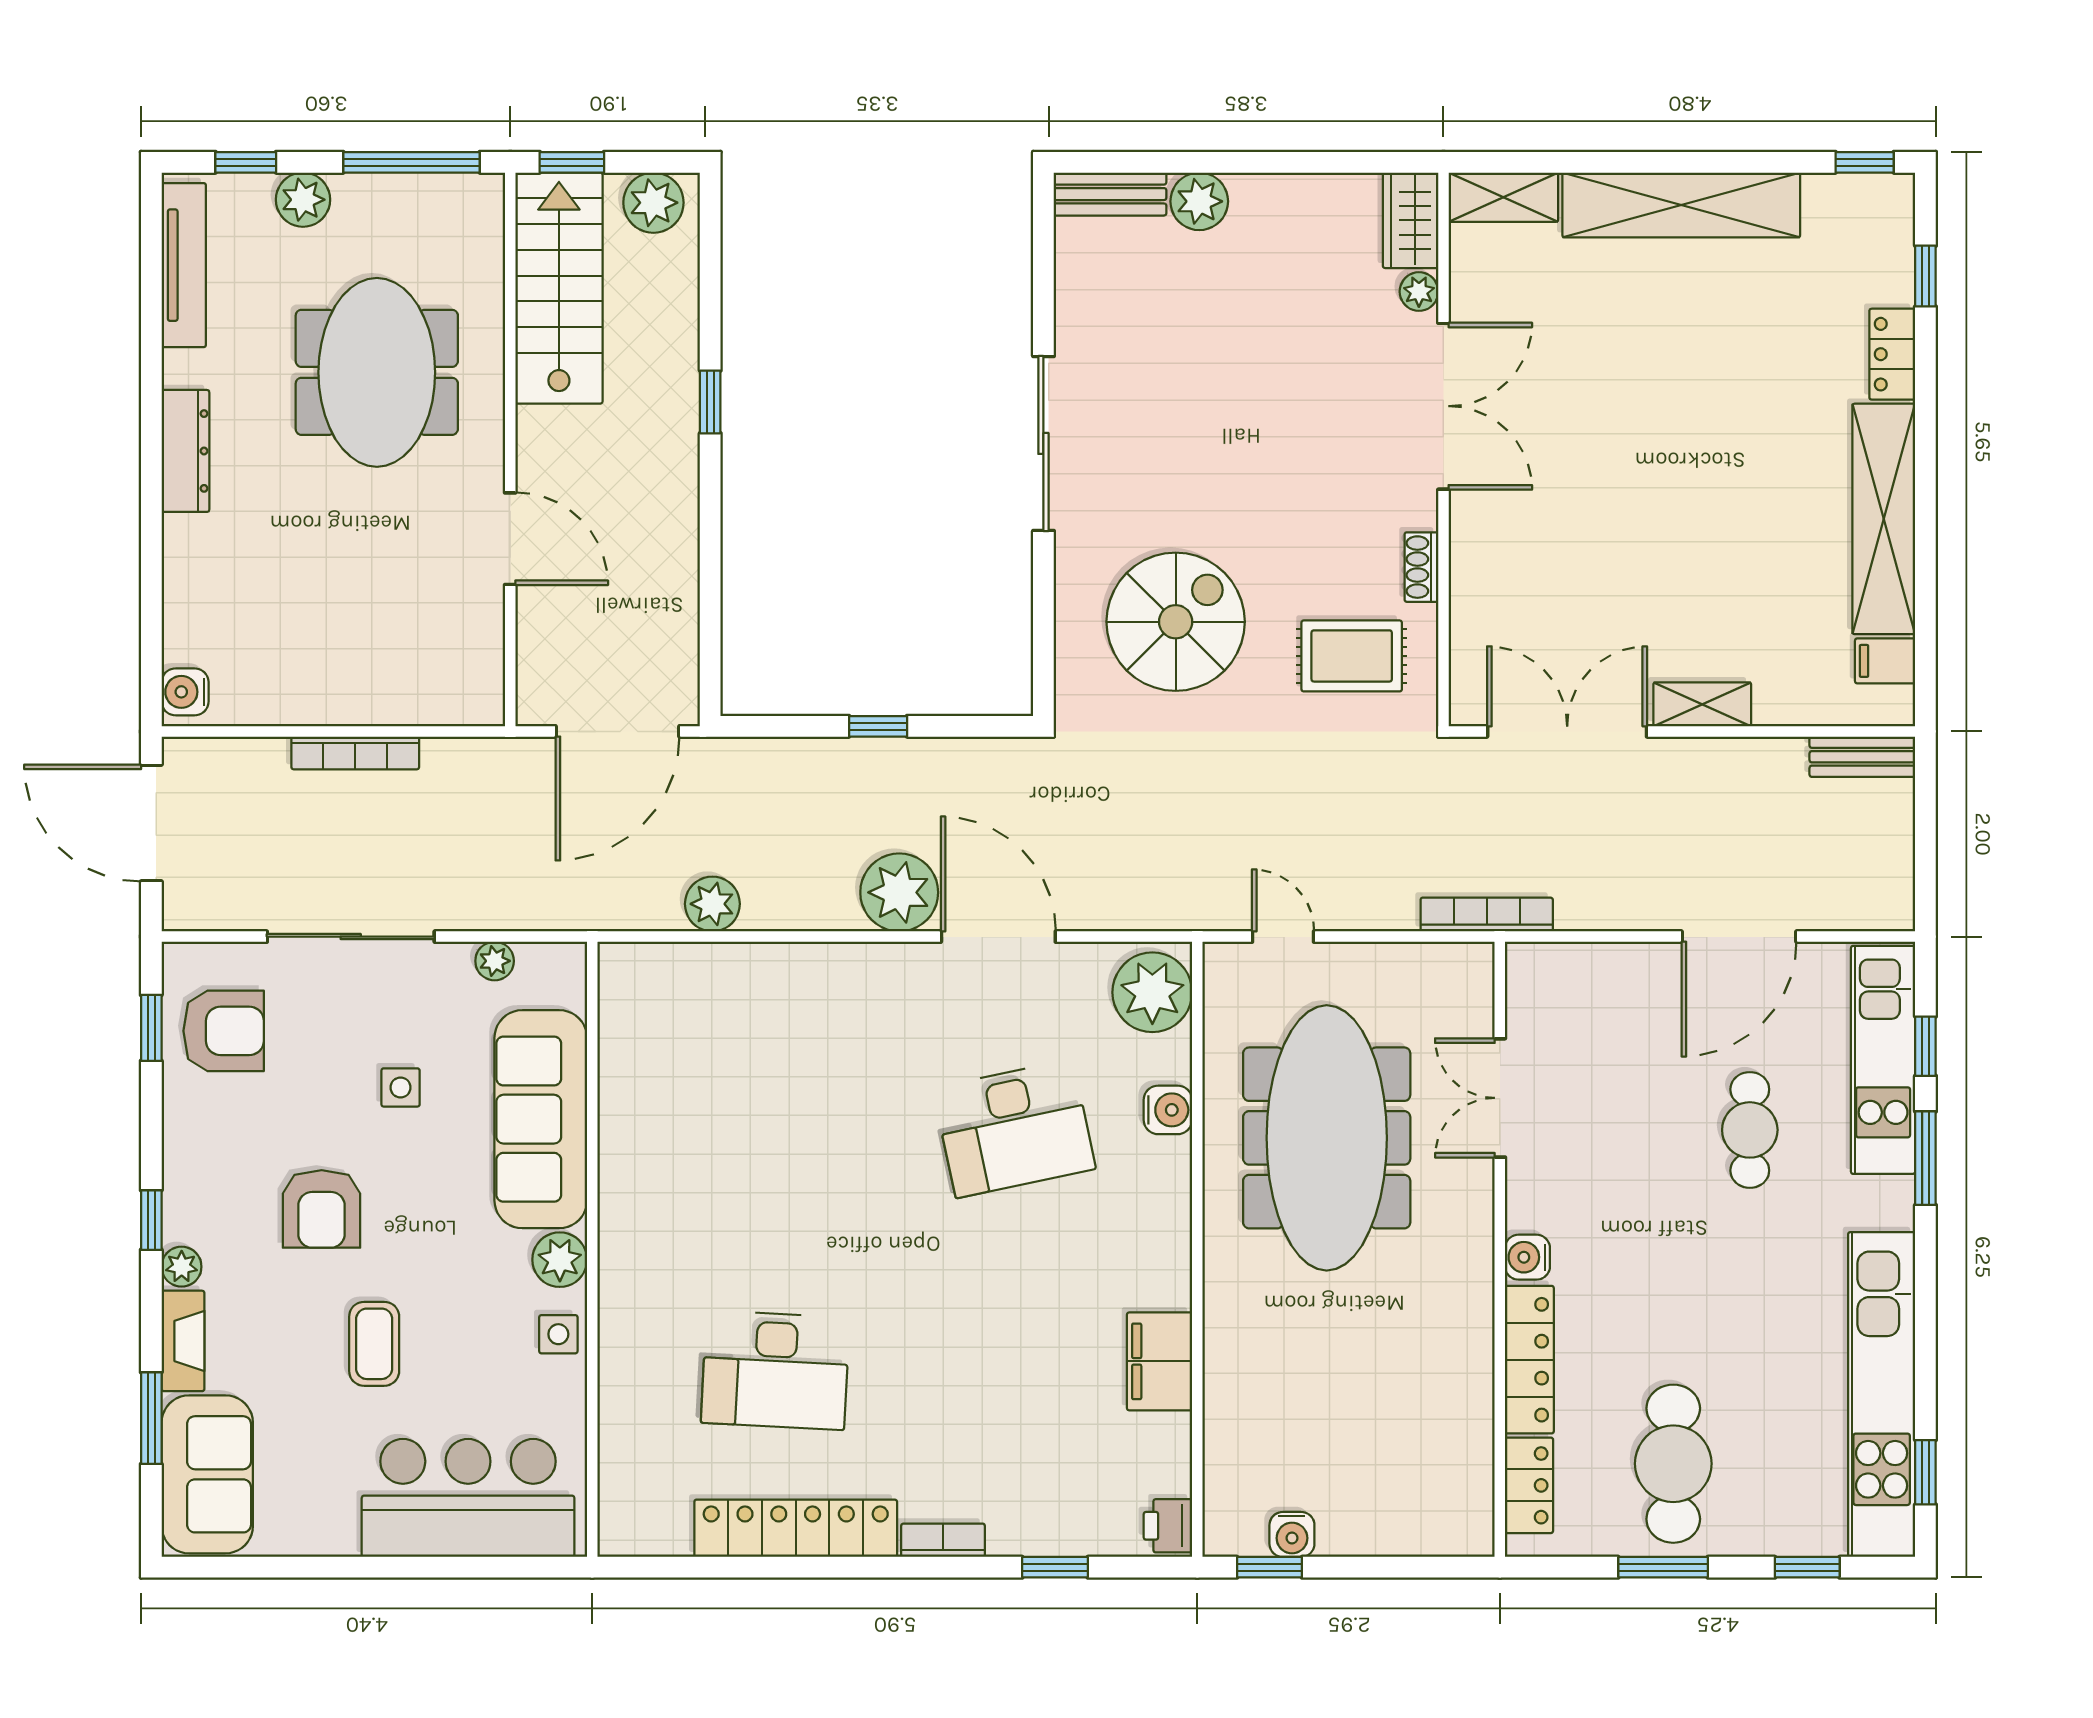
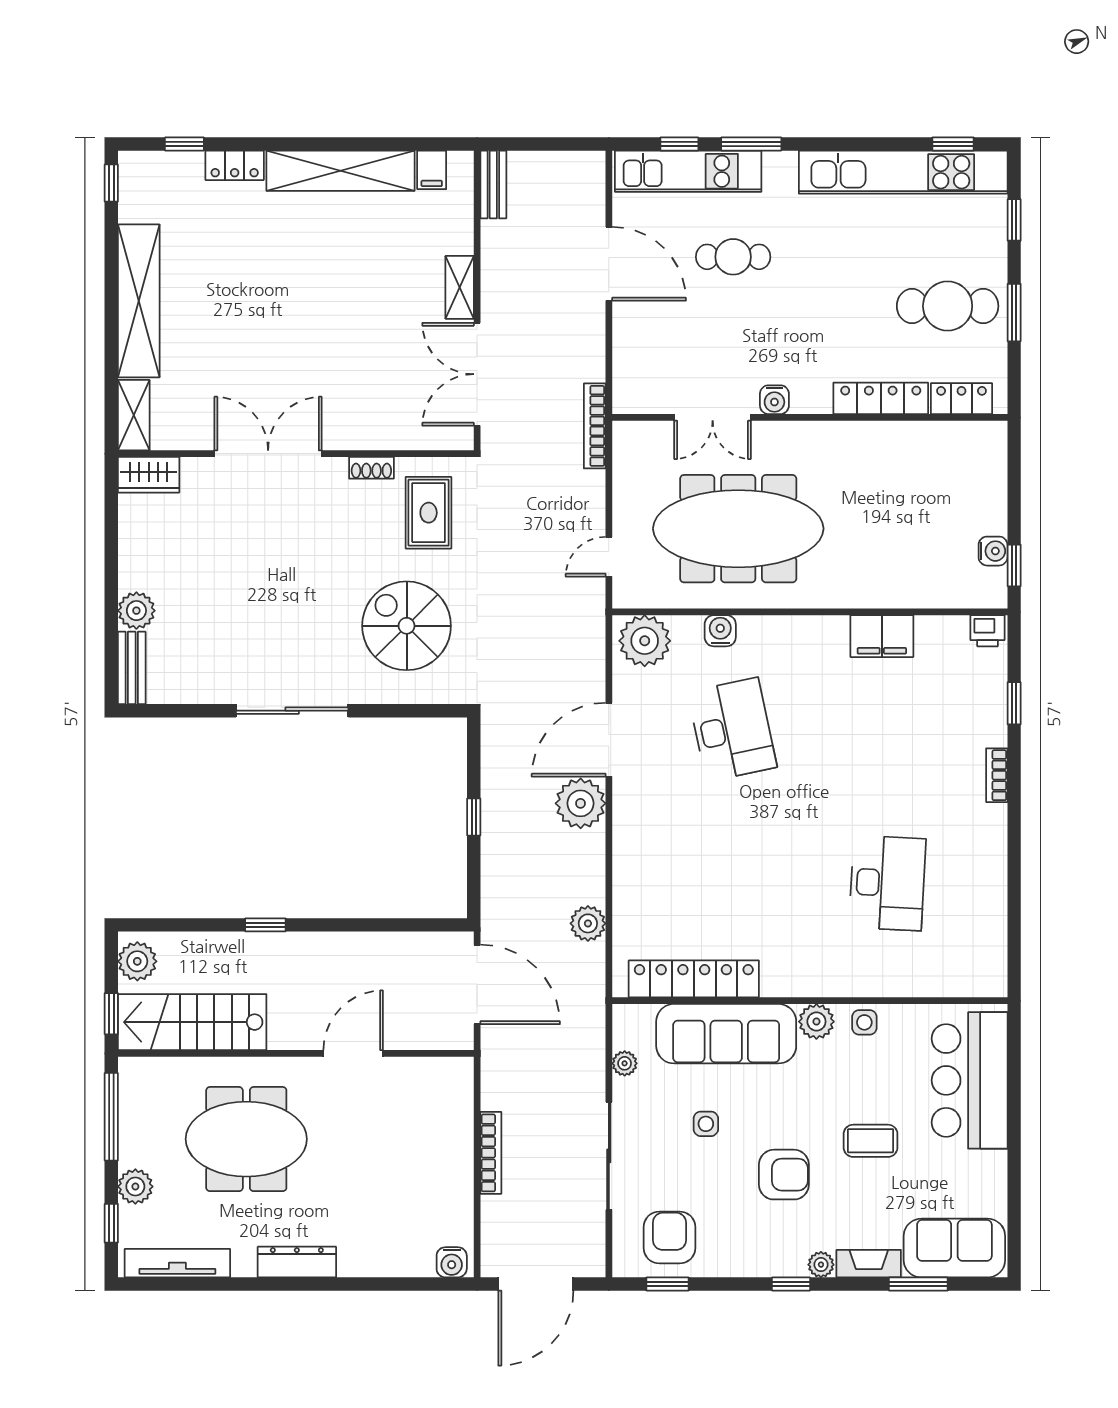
plant: (1419, 292) -> (194, 469), removed
water cooler: (1527, 1257) -> (774, 400), moved
locker: (796, 1528) -> (694, 979), moved, turned 90

